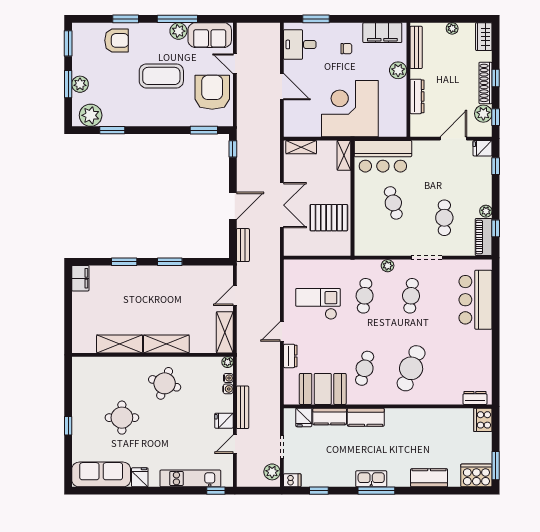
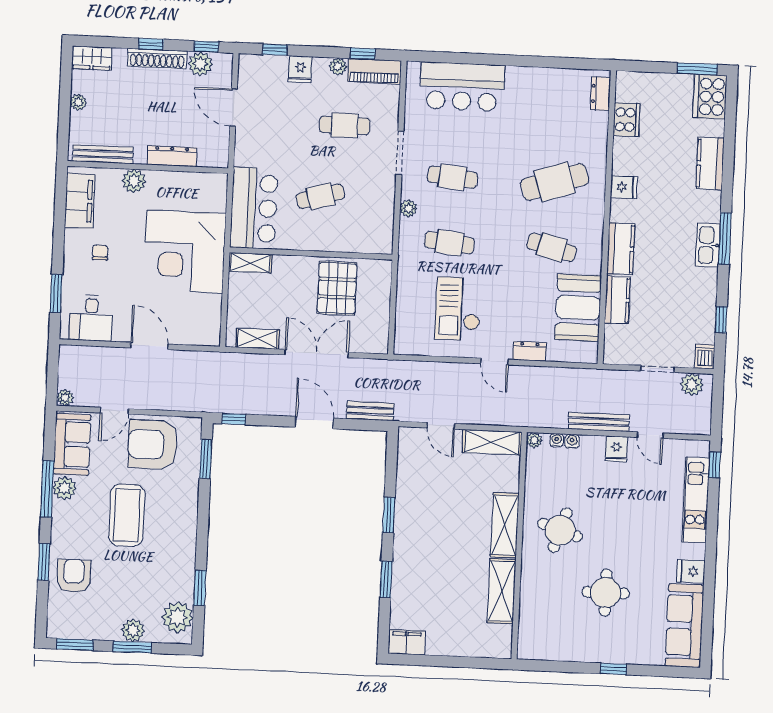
plant: (243, 29) -> (65, 398), added
door: (282, 87) -> (149, 346), hinge flipped
shelving: (301, 147) -> (258, 339), moved, turned 90
fridge: (483, 148) -> (300, 69), moved
cafe table: (411, 368) -> (555, 182), turned -39
fridge: (304, 417) -> (624, 187), moved
cooker: (483, 420) -> (627, 120), moved, turned -90

